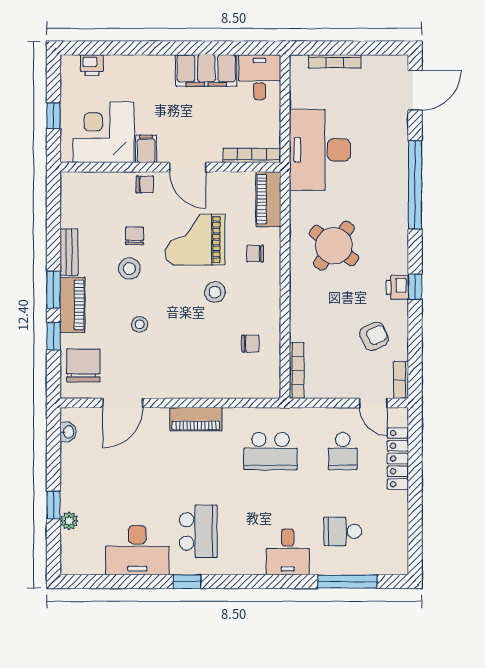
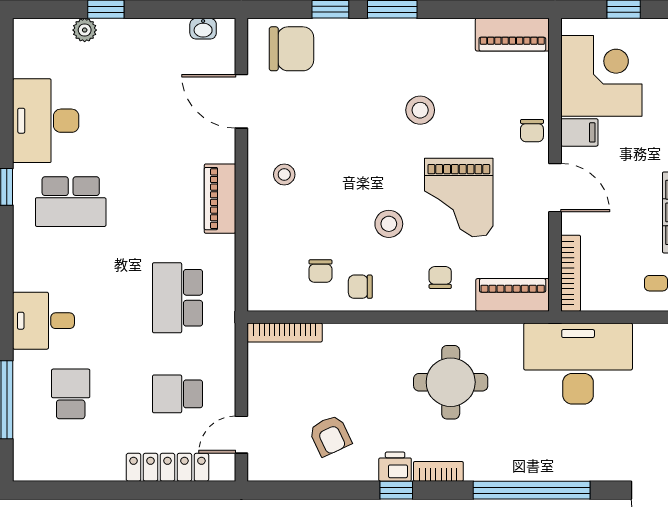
door: (188, 167) -> (555, 188), swing flipped
chair: (135, 236) -> (360, 287), moved, turned 180
grand piano: (195, 240) -> (459, 198), turned 180
round table: (334, 246) -> (451, 382), turned -37
bench: (69, 252) -> (442, 30), removed
piano: (73, 305) -> (512, 35), moved
stool: (140, 324) -> (284, 175), moved
bookcase: (401, 380) -> (438, 471), moved

